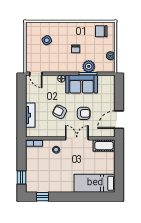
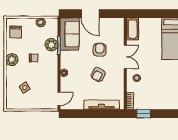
plant: (74, 28) -> (12, 60), added
sofa: (82, 84) -> (70, 34), moved
tv unit: (30, 115) -> (101, 105), width x1.41
door: (119, 120) -> (90, 14), moved
double door: (77, 138) -> (125, 57), swing flipped
window: (21, 178) -> (144, 114), moved

